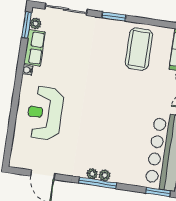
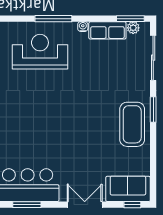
coffee table: (139, 49) -> (132, 124), moved, turned 90
window: (16, 96) -> (53, 19), added

